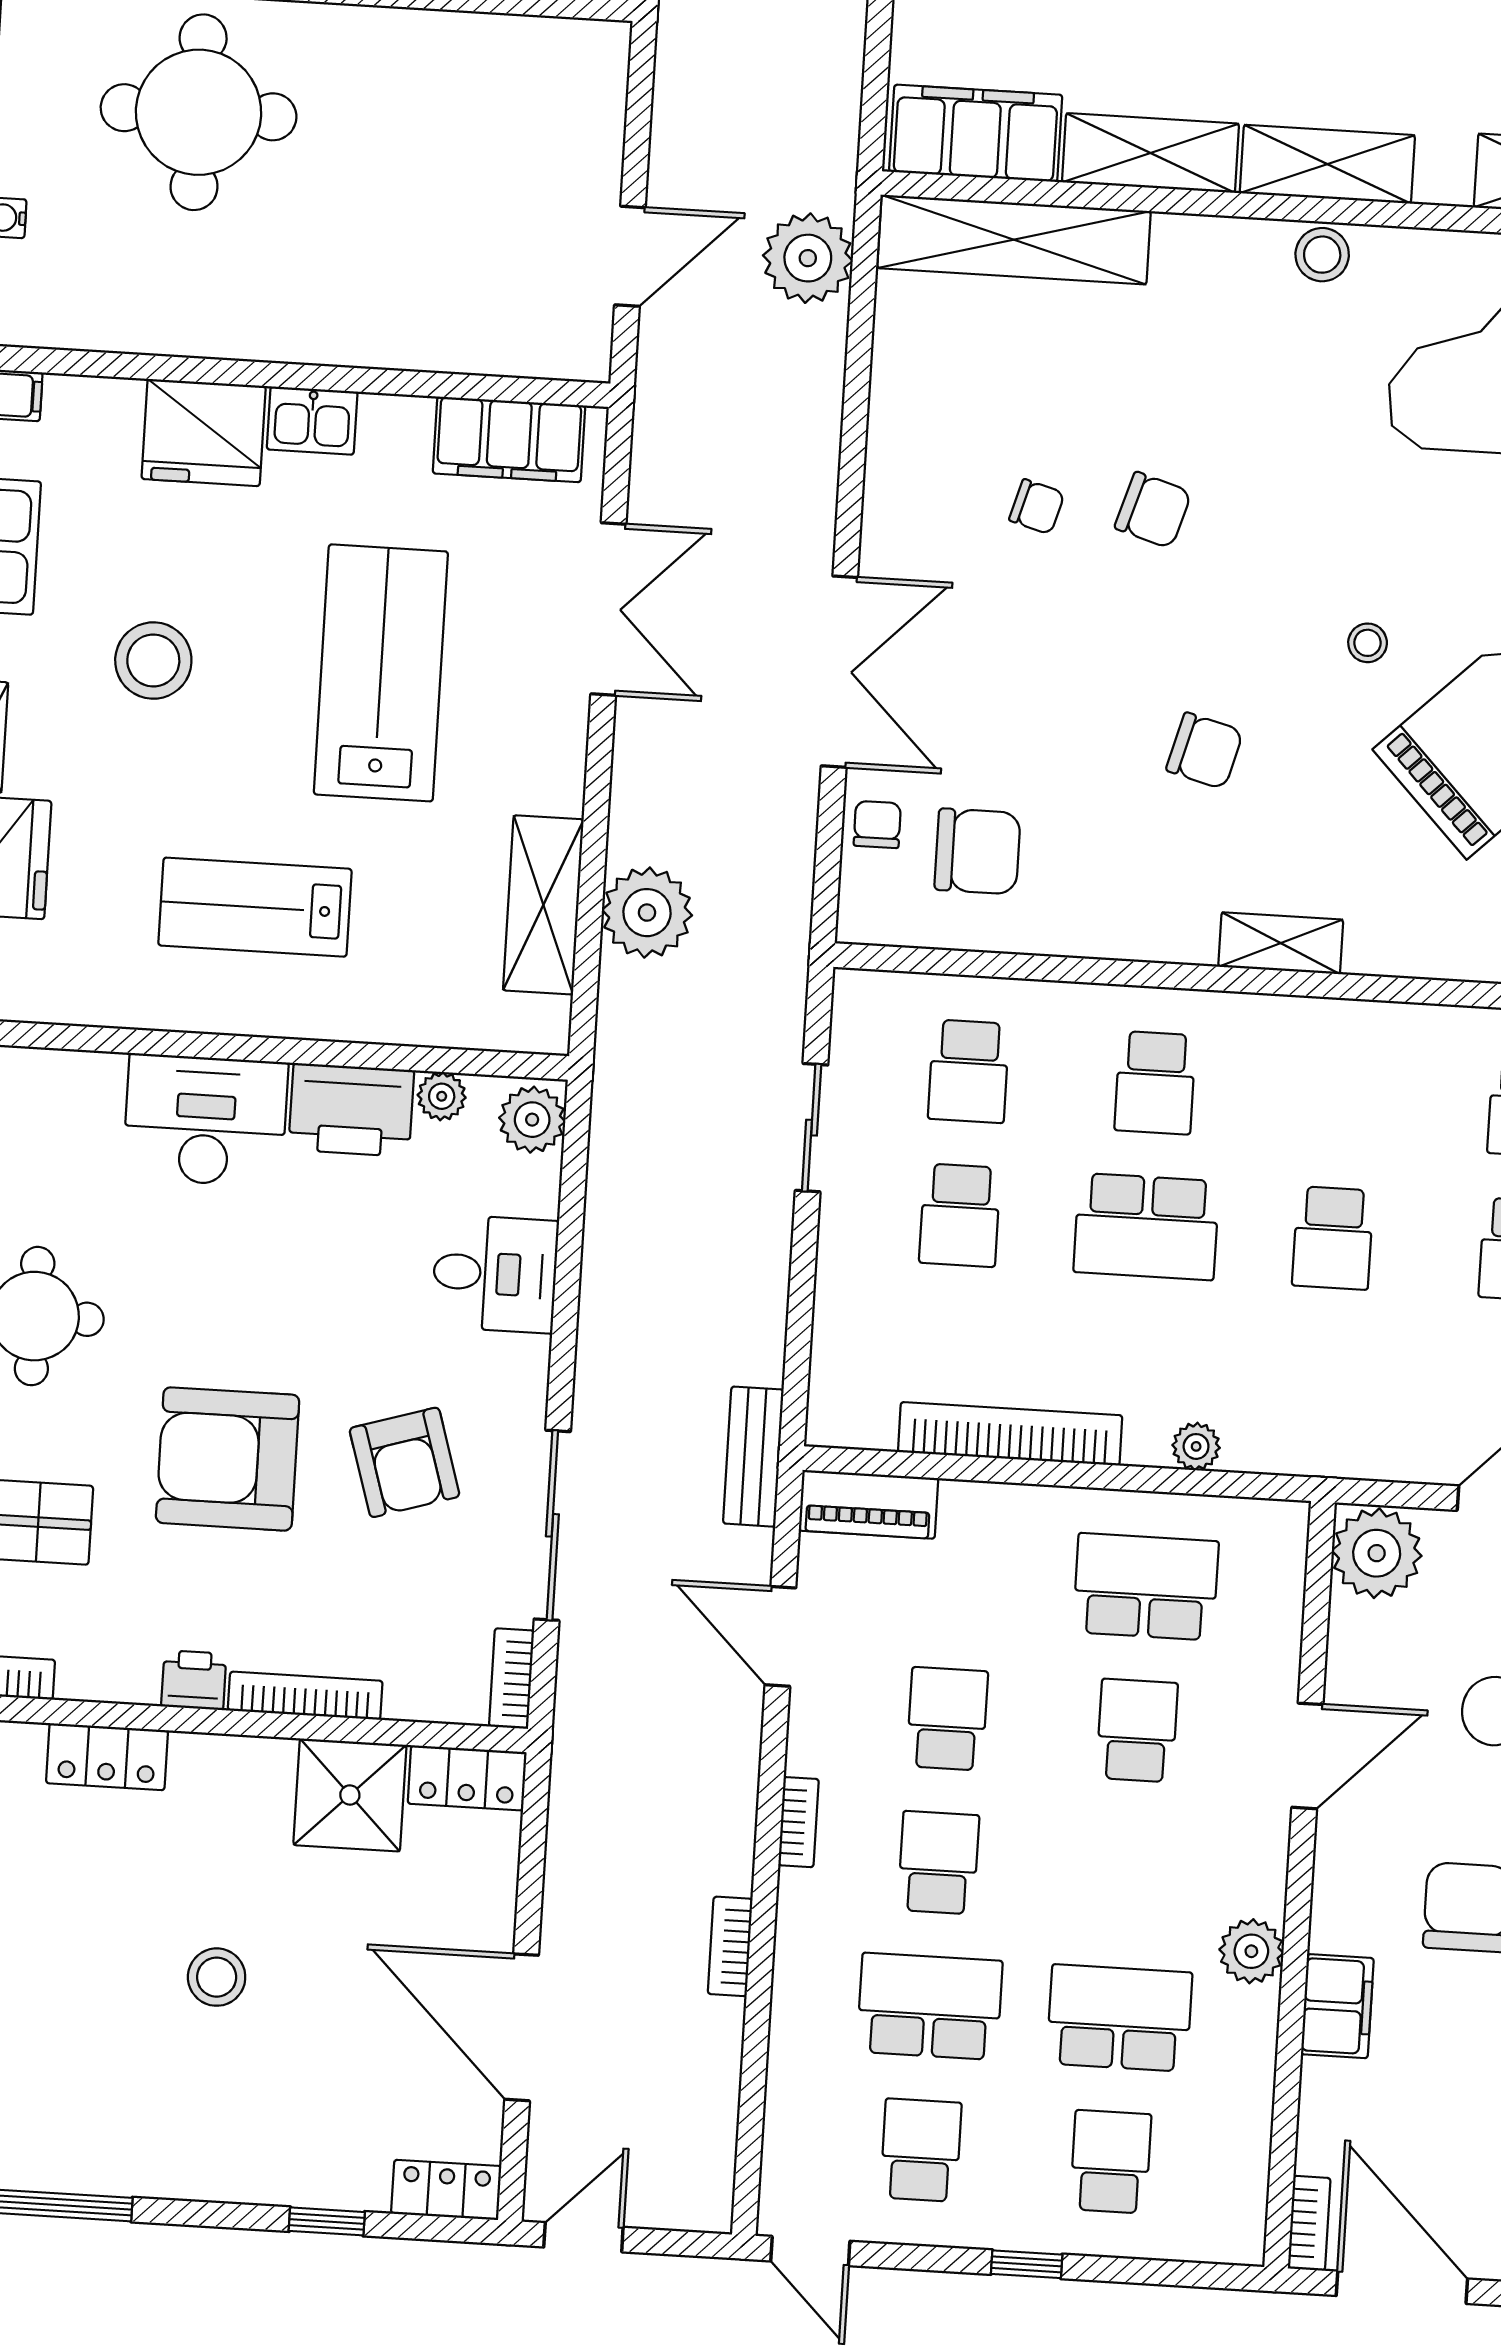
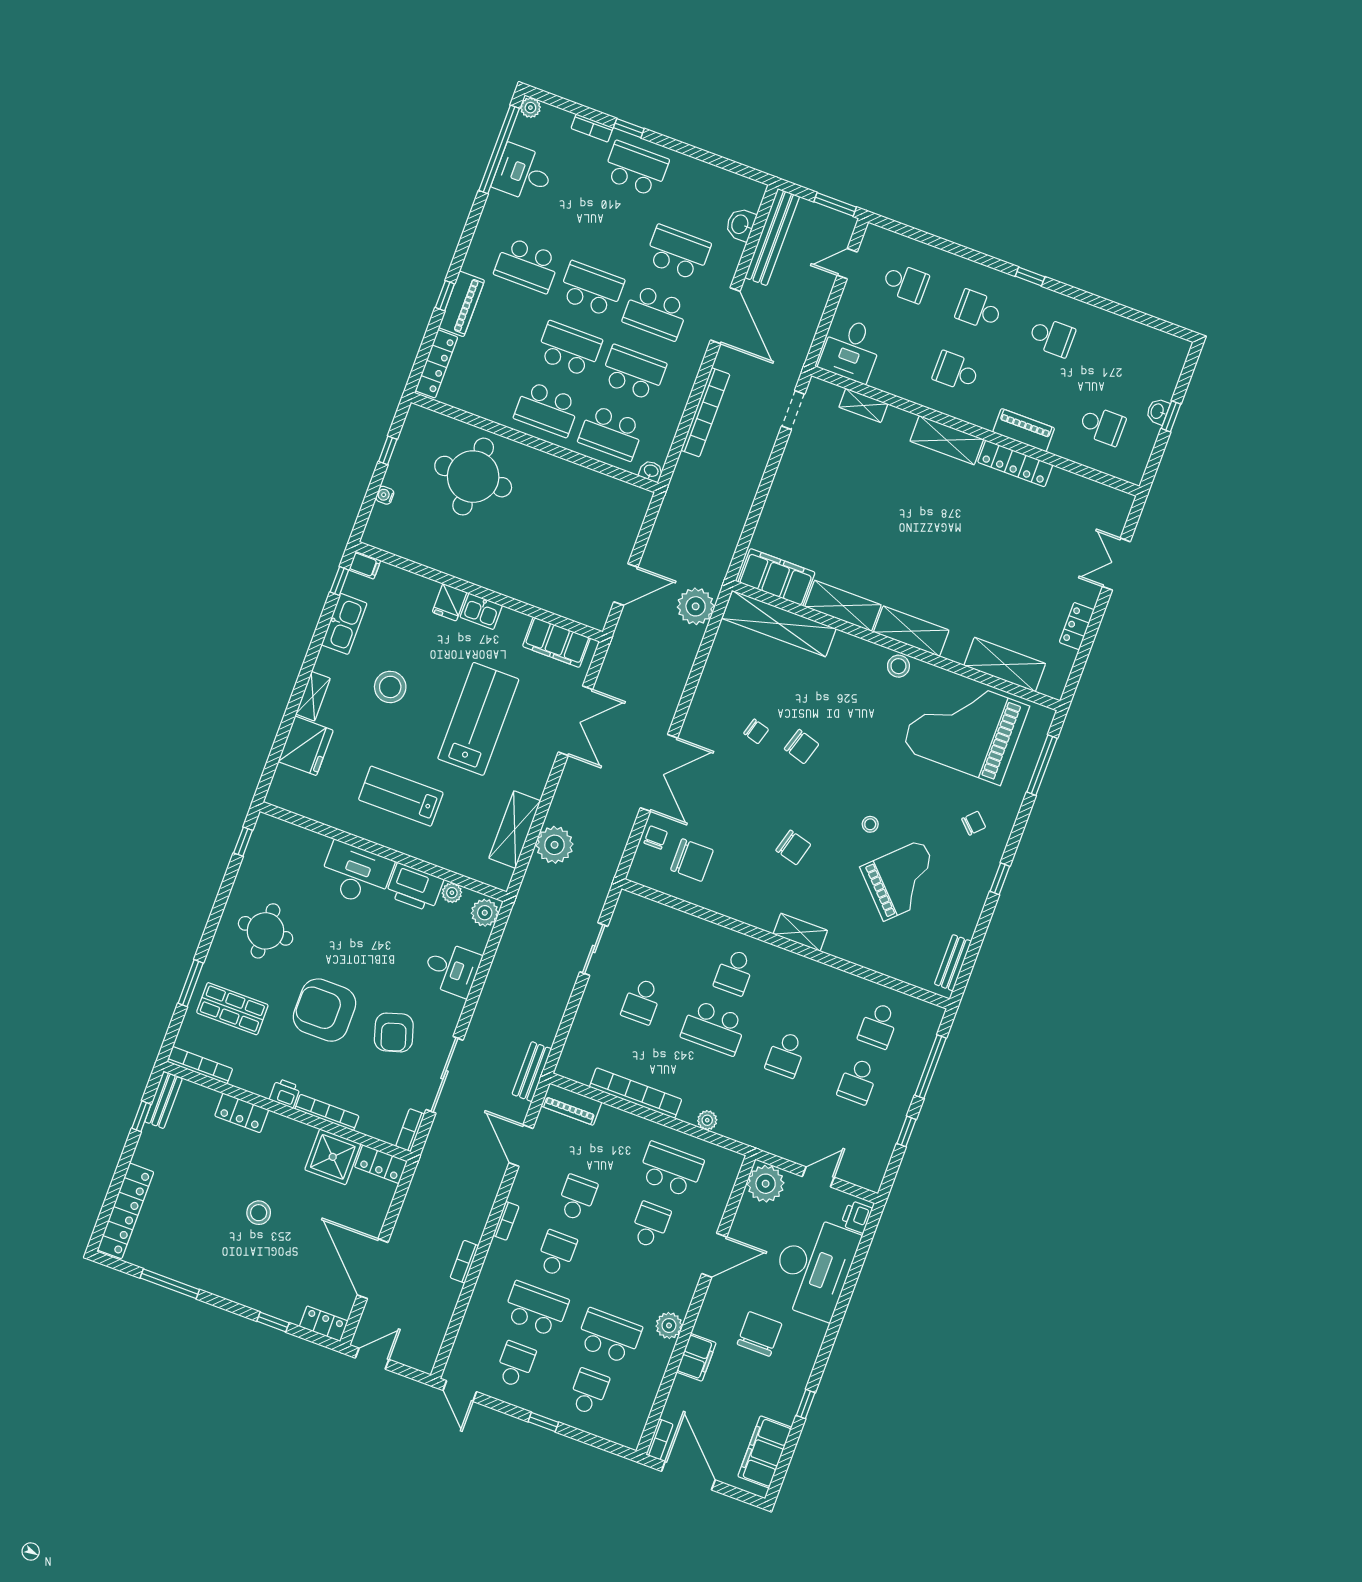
fridge: (204, 433) -> (450, 602), width x0.53, depth x0.75
school desk: (969, 1071) -> (662, 946), removed

